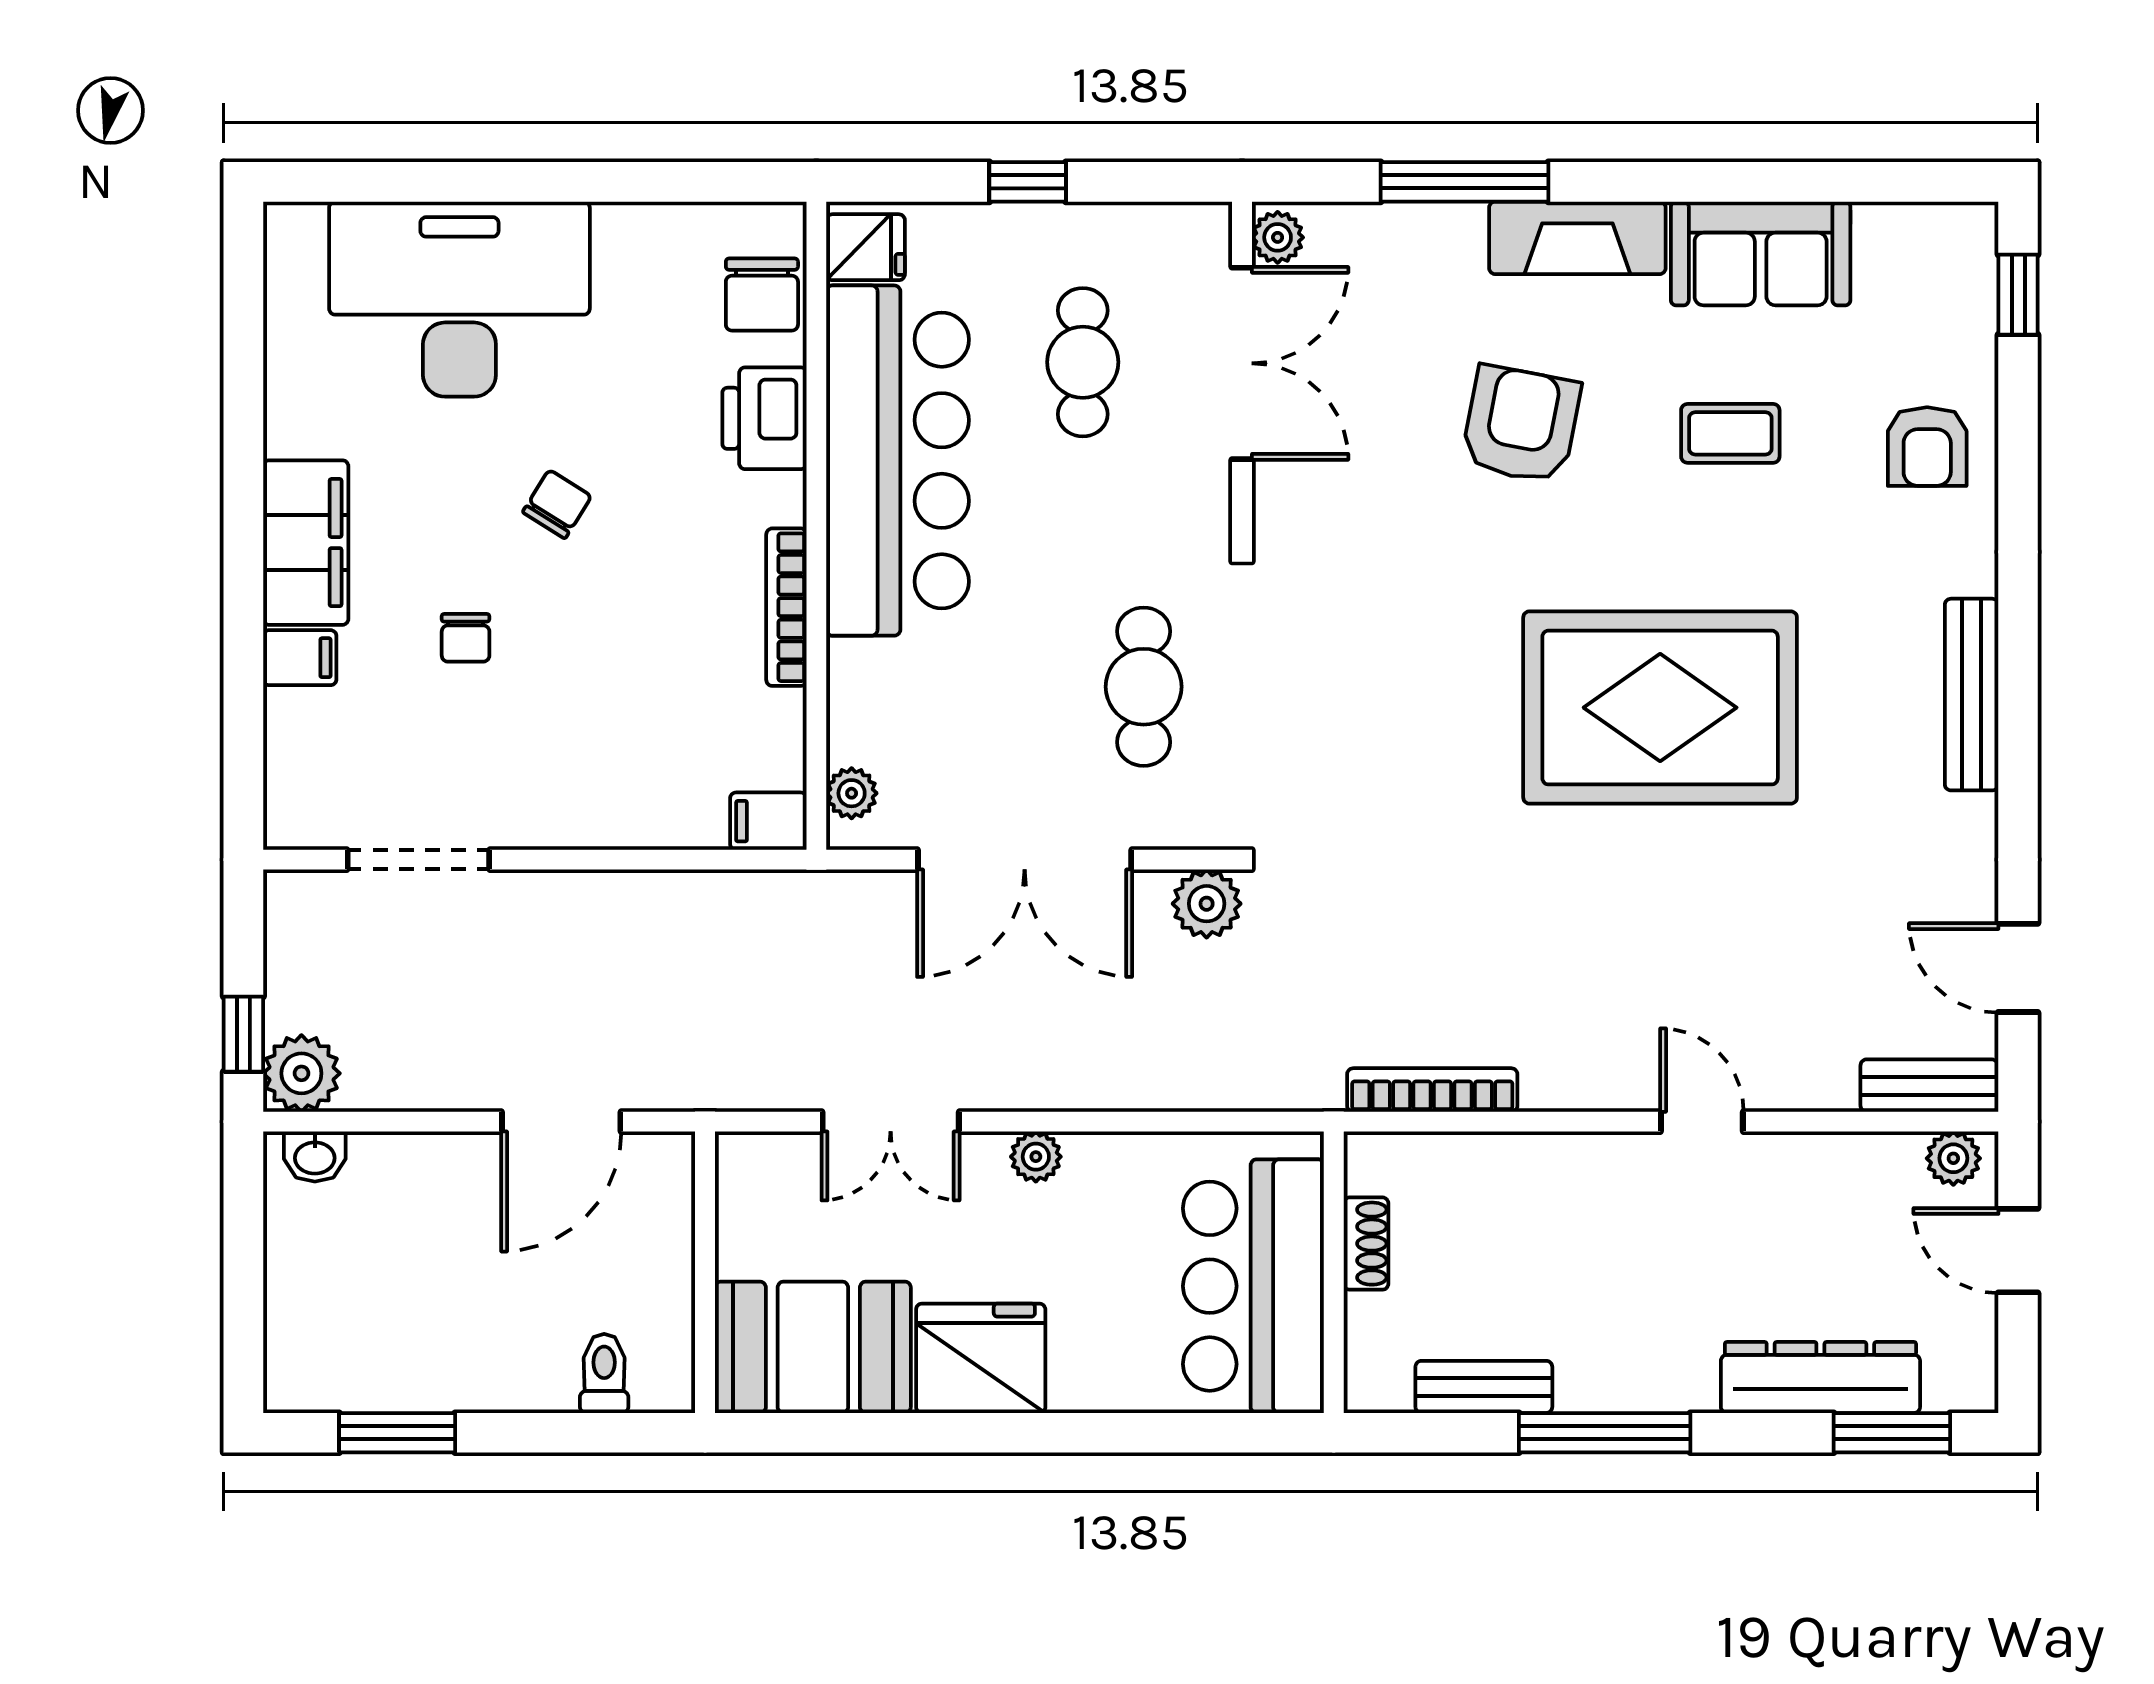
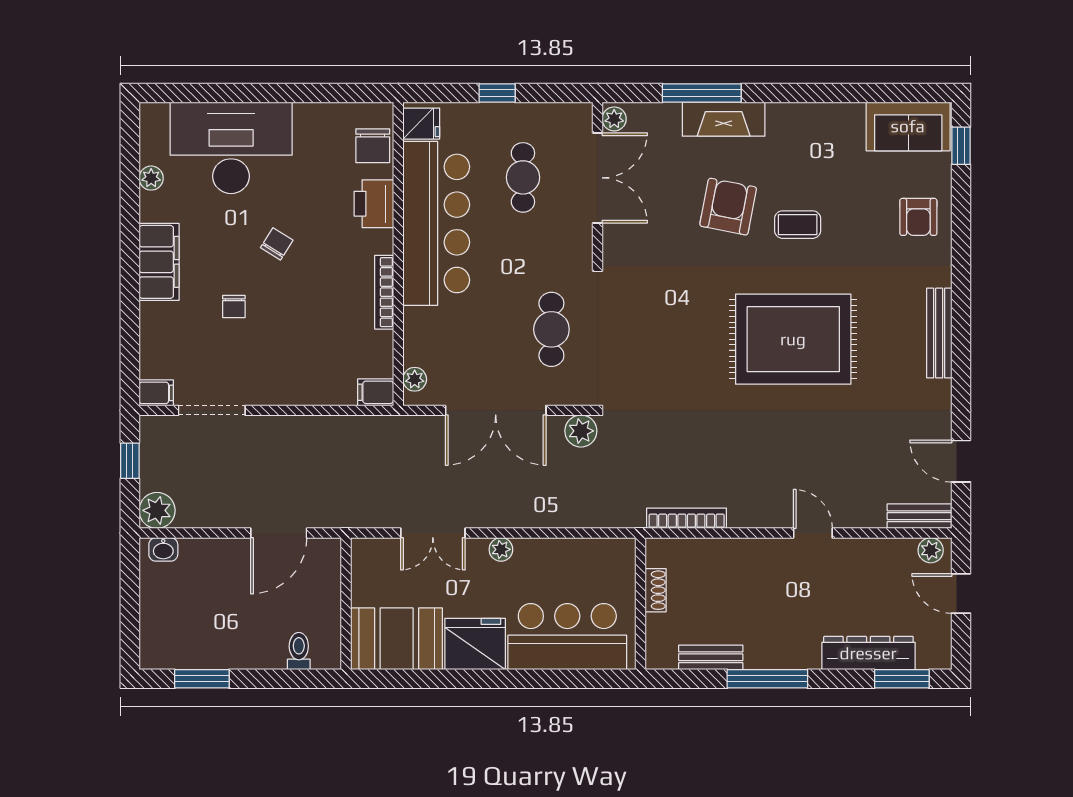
fireplace: (1577, 238) -> (724, 119), moved
sofa: (1761, 253) -> (908, 126), moved
plant: (289, 364) -> (151, 178), added
coffee table: (1730, 433) -> (798, 225), moved
filing cabinet: (300, 658) -> (156, 393), moved
window: (243, 1034) -> (130, 461), moved
bar counter: (1253, 1286) -> (567, 637), moved, turned 90

